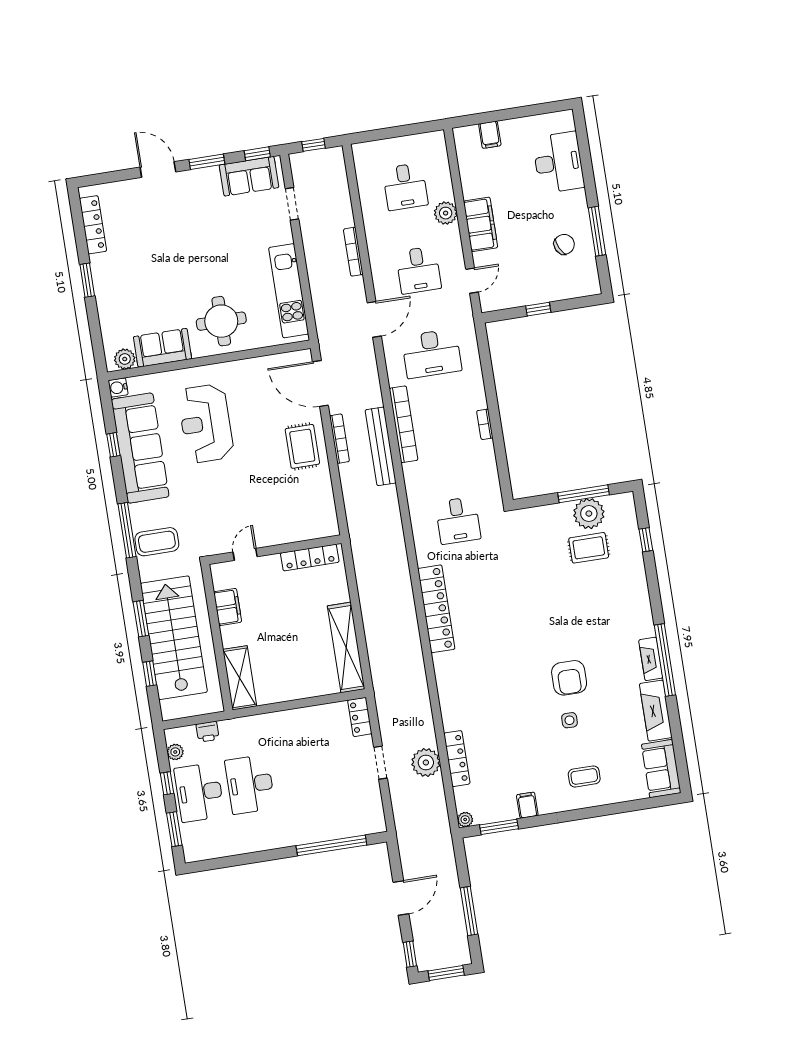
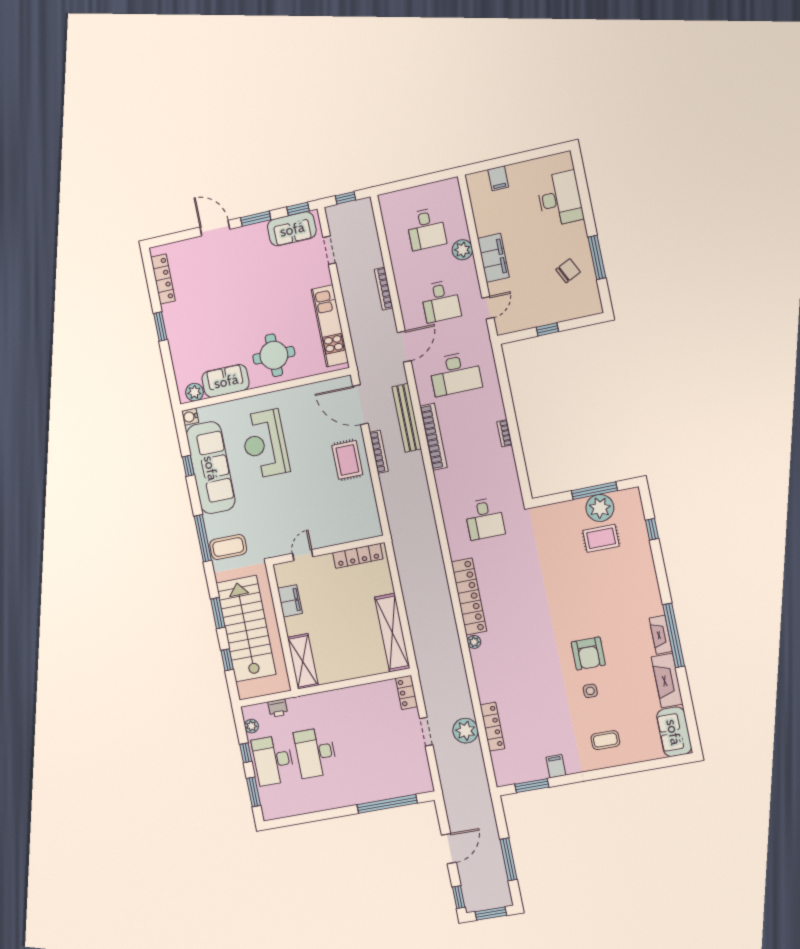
bench: (381, 446) -> (407, 418), moved
plant: (465, 820) -> (474, 642), moved

